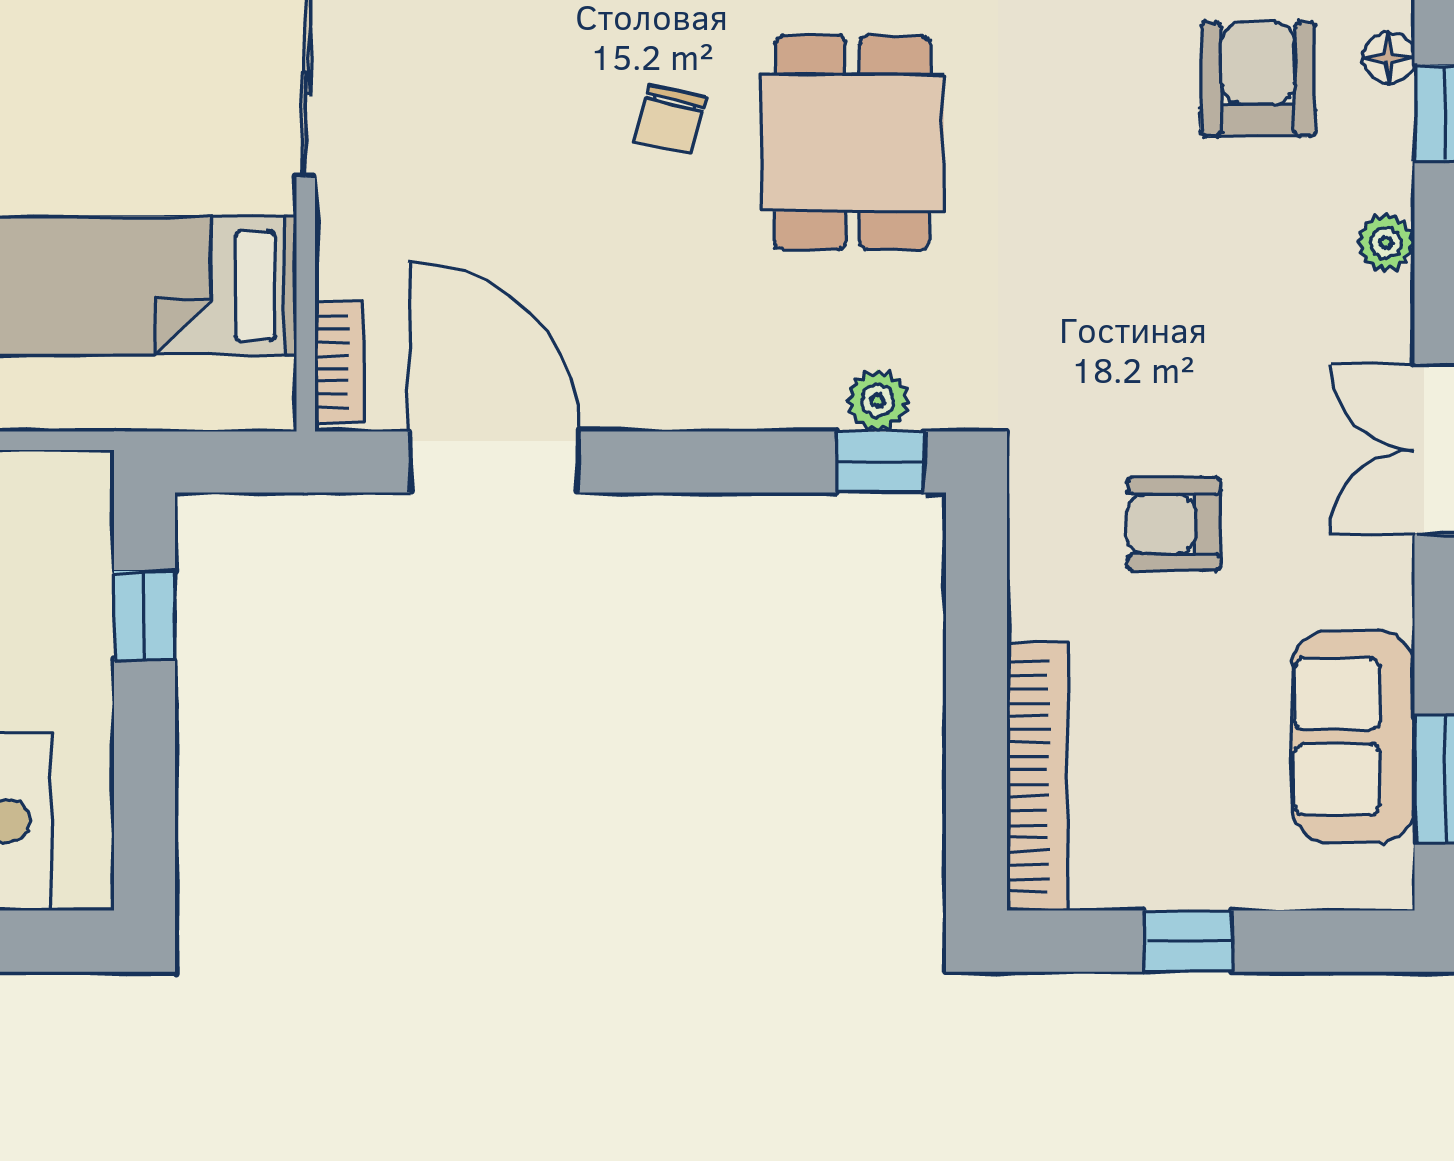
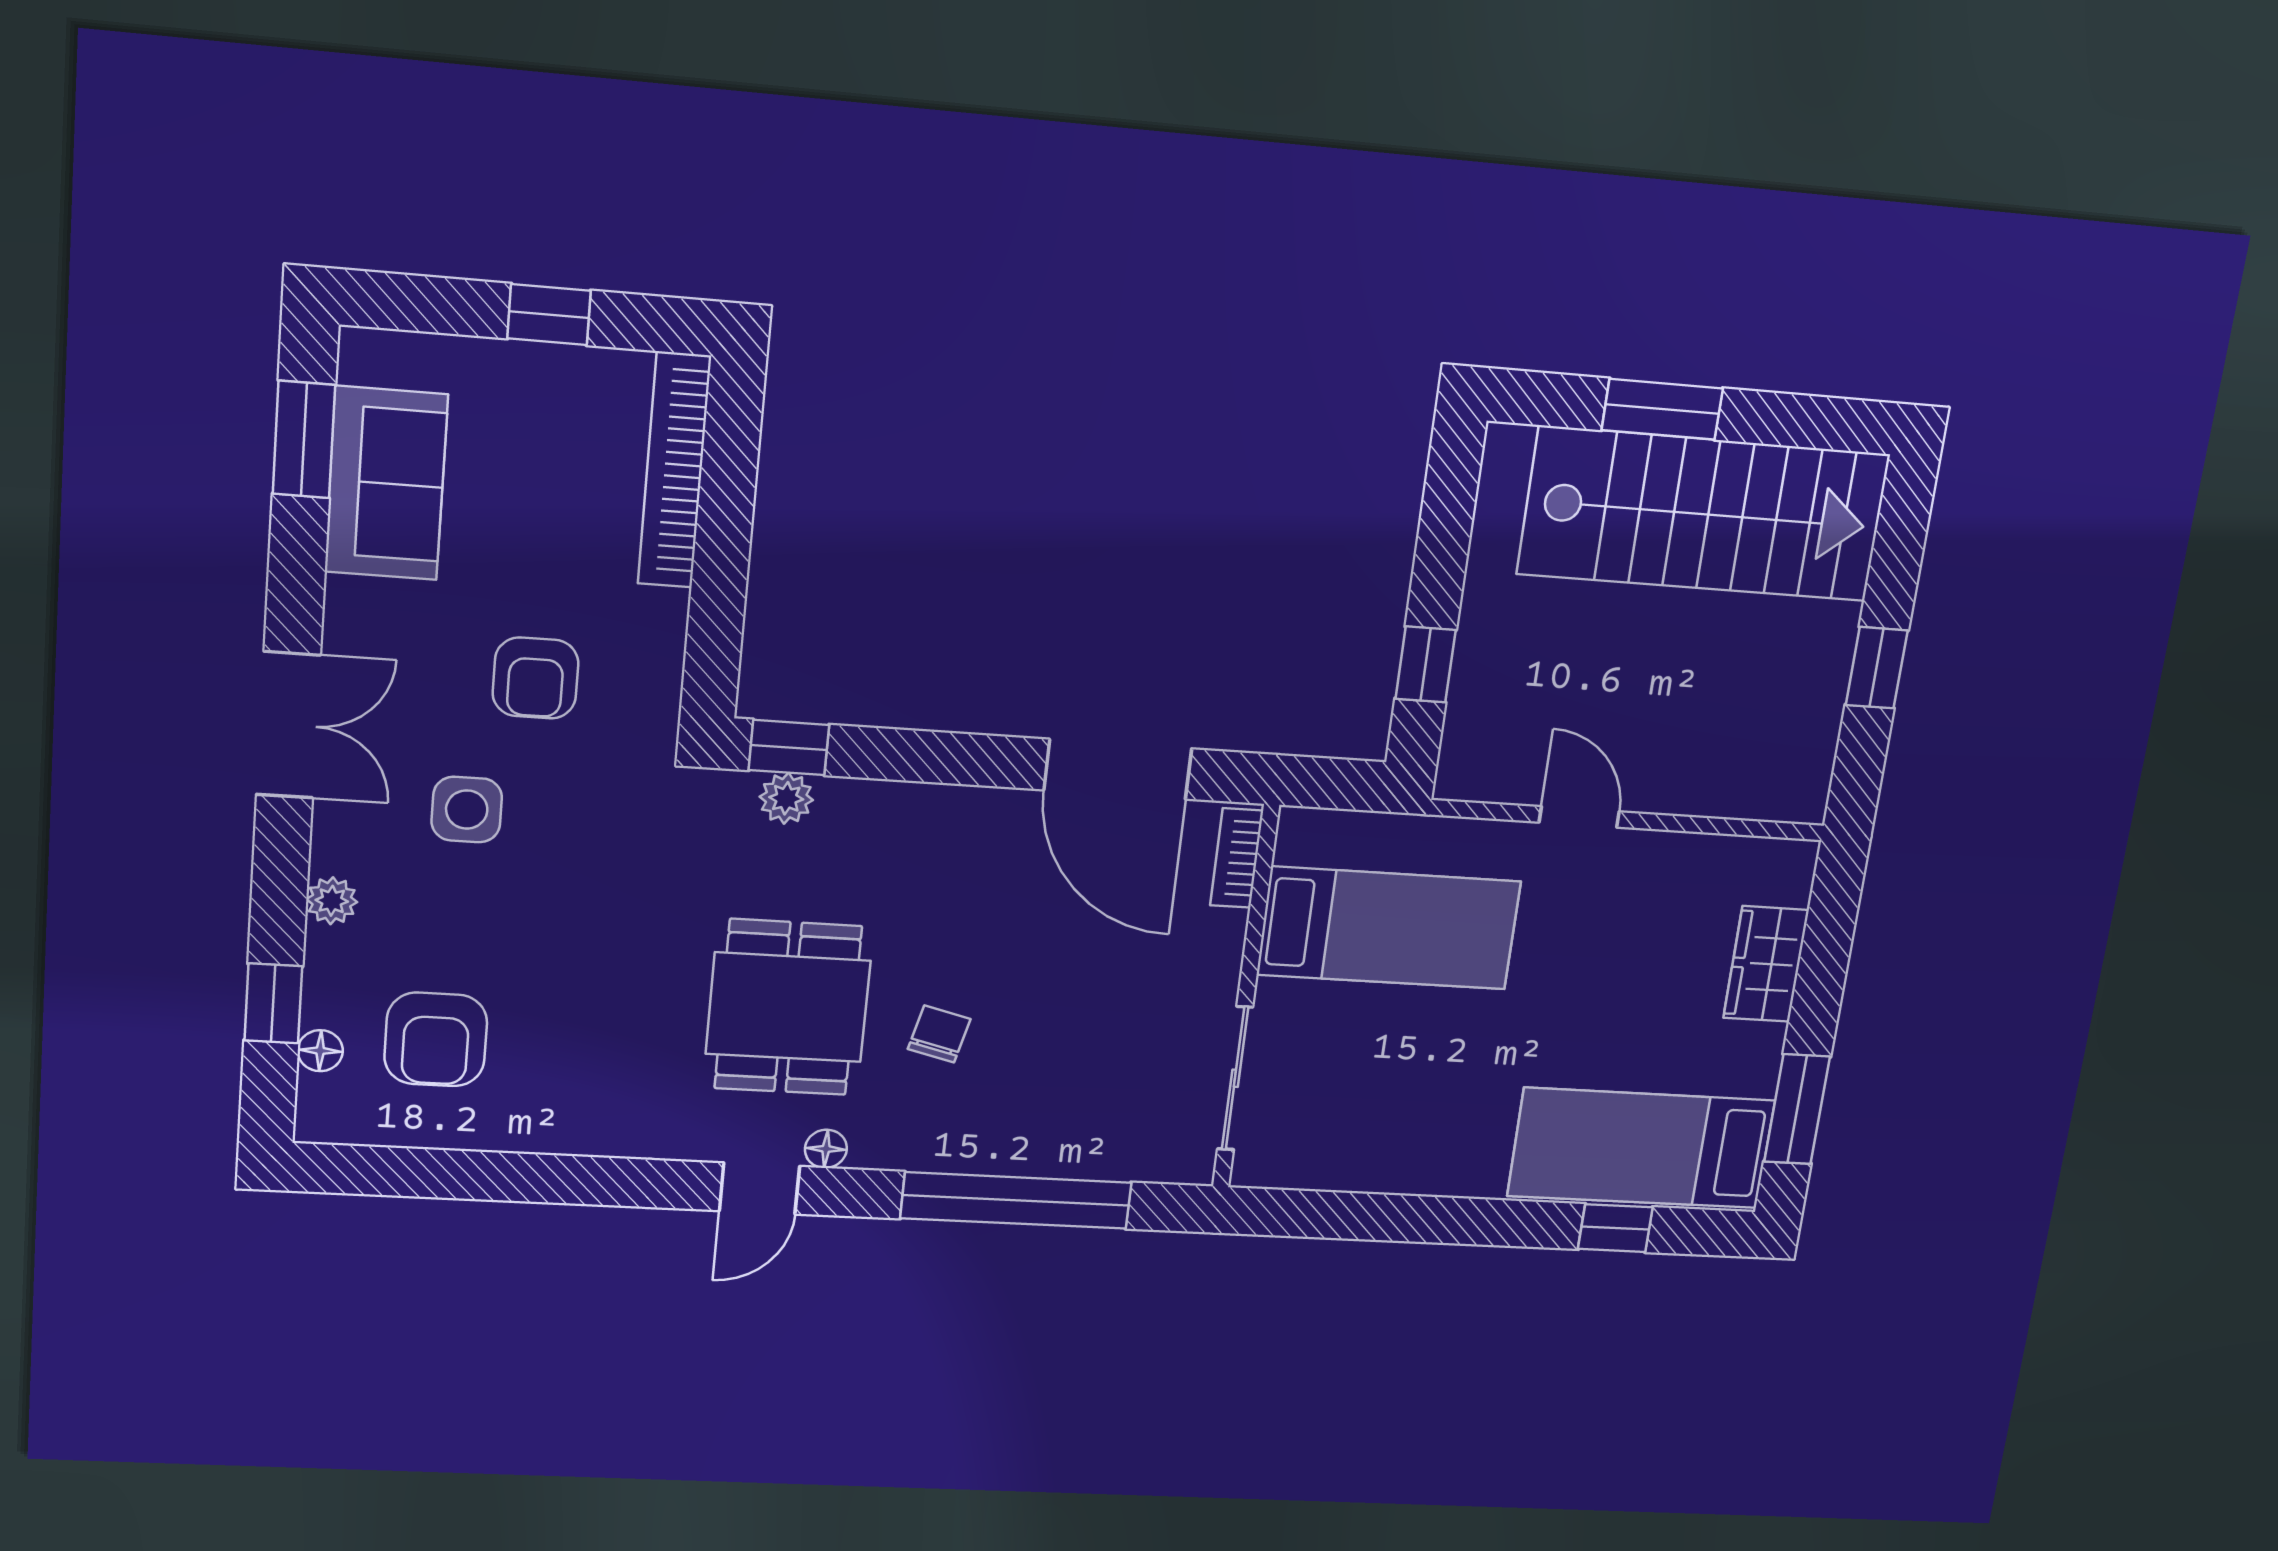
side table: (1241, 363) -> (467, 810), added
armchair: (1174, 524) -> (535, 678), turned 90

